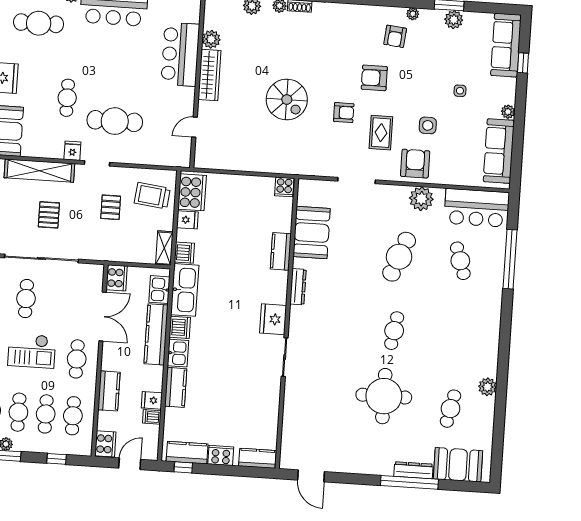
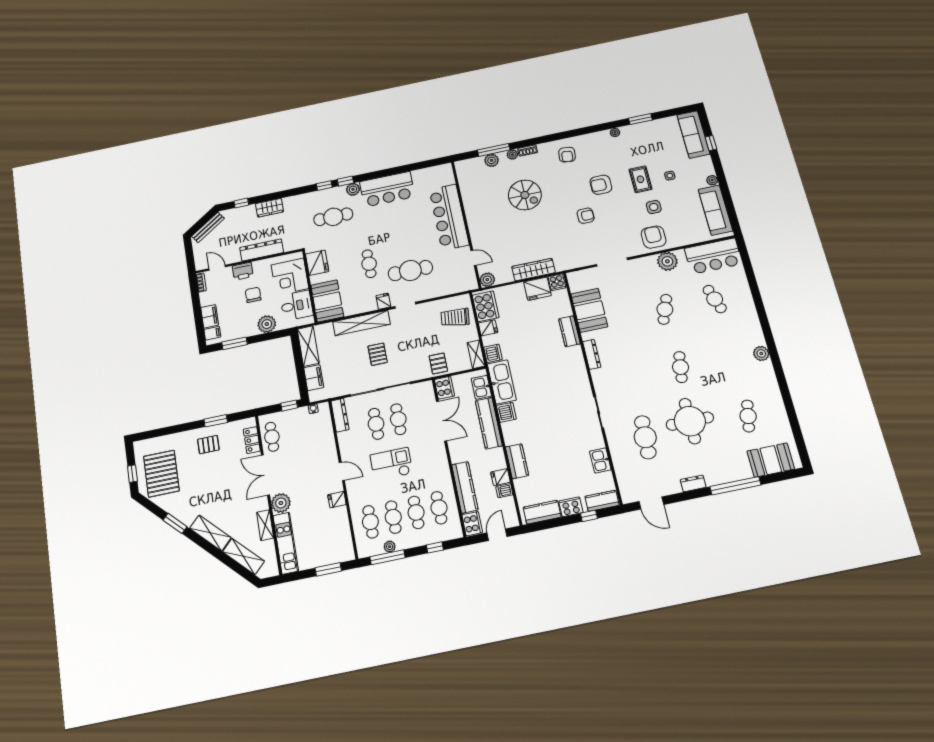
plant: (454, 20) -> (647, 128), removed
armchair: (395, 36) -> (567, 155), moved
plant: (211, 39) -> (487, 280), moved
bar counter: (180, 54) -> (449, 217), width x1.36
wardrobe: (209, 75) -> (533, 270), moved, turned -90
spiral stairs: (287, 100) -> (525, 195), moved
door: (195, 127) -> (473, 258), swing flipped
rug: (381, 133) -> (640, 179), moved
pallet: (111, 207) -> (438, 364), moved
cafe table: (399, 257) -> (665, 309), width x0.73, depth x0.74
window: (510, 259) -> (754, 287), removed
fridge: (273, 319) -> (537, 289), moved, turned -90
checkout: (32, 351) -> (391, 464), turned 180
kitchen sink: (178, 353) -> (600, 460), moved, turned 180
cafe table: (77, 359) -> (398, 419), moved
plant: (487, 387) -> (761, 353), moved
kitchen counter: (109, 391) -> (465, 487), width x1.50
cafe table: (328, 400) -> (645, 437), added
window: (183, 467) -> (589, 516), moved
dresser: (413, 470) -> (693, 483), moved, width x0.70

